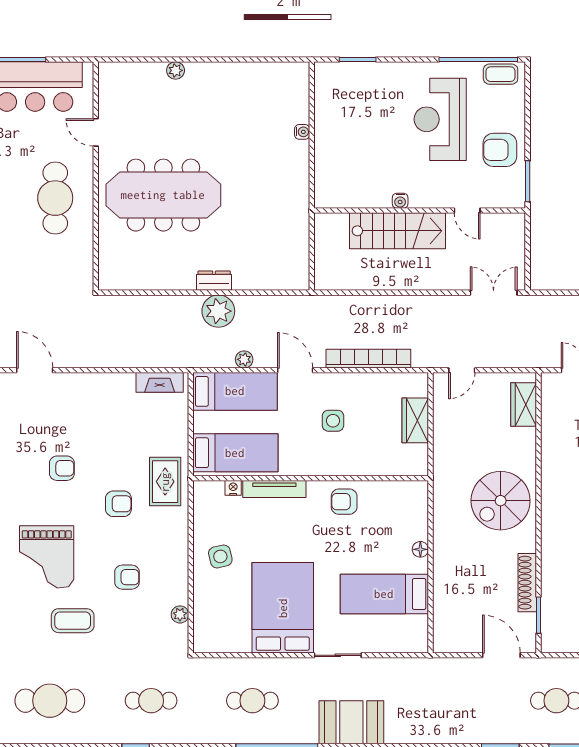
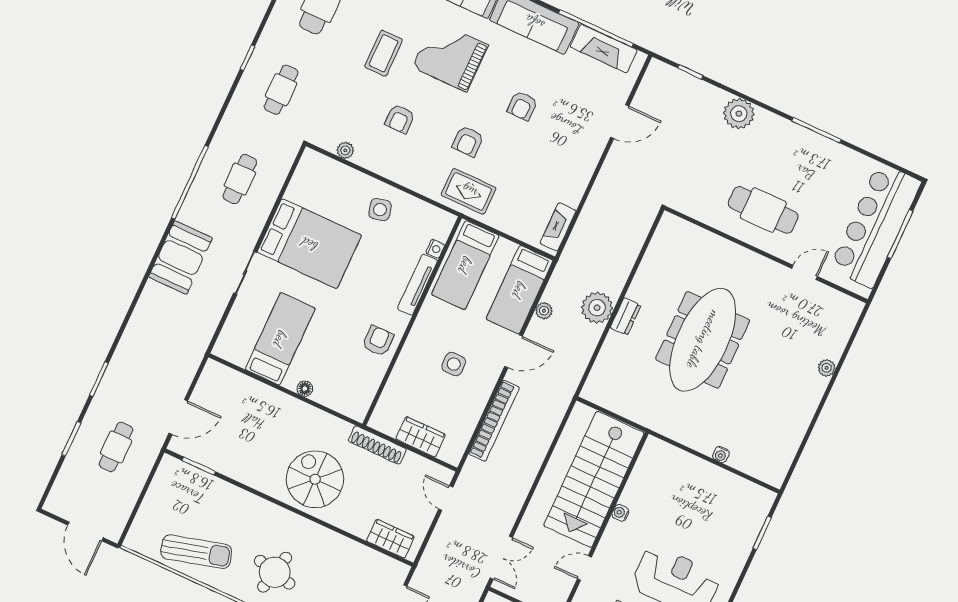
meeting table: (163, 195) -> (703, 340), moved
stairs: (398, 231) -> (594, 479), width x1.36, depth x1.51
shoe rack: (527, 583) -> (377, 445), moved, turned 180

